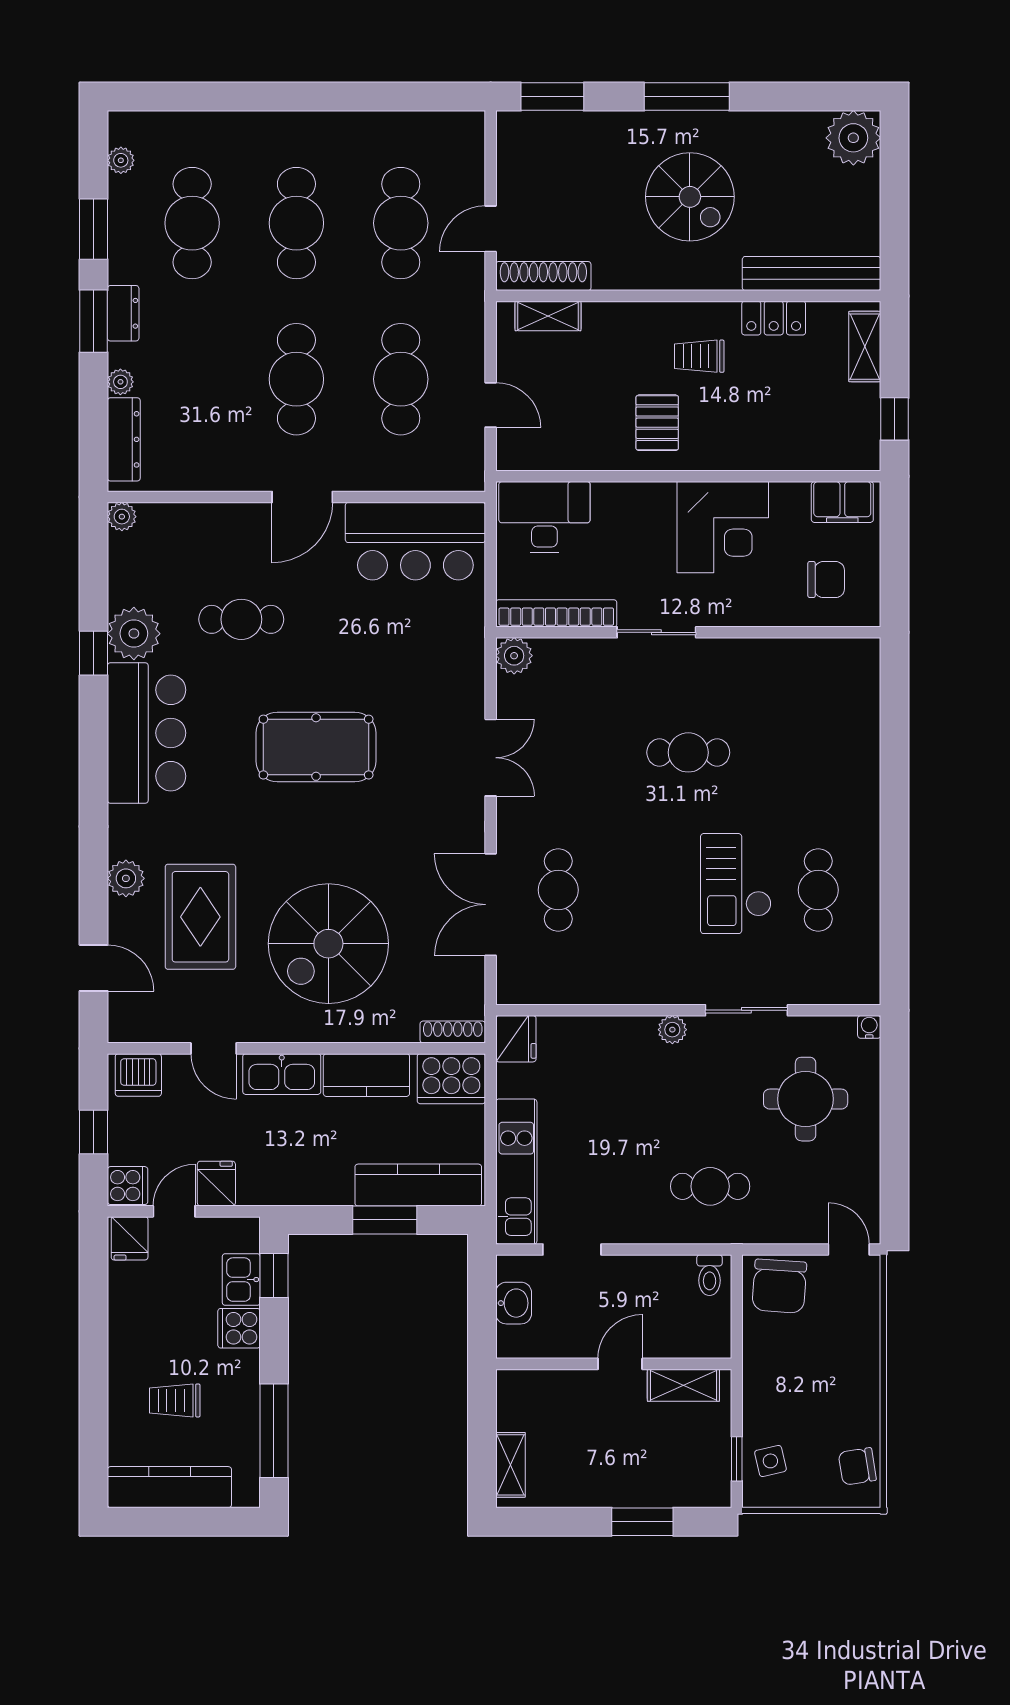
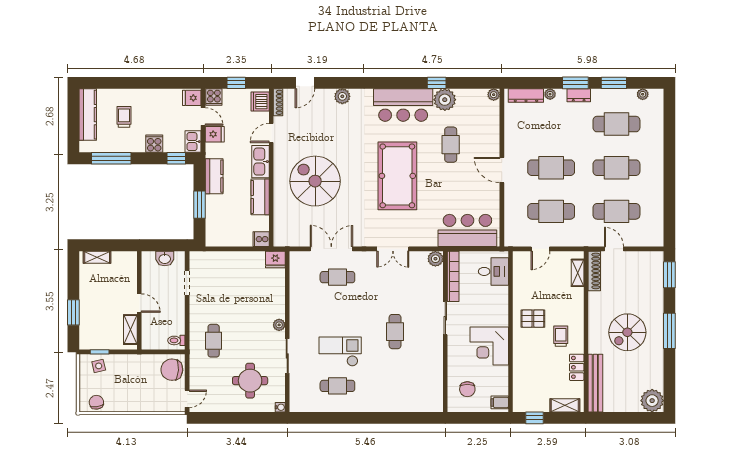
filing cabinet: (842, 502) -> (500, 402), width x0.50
desk: (544, 517) -> (493, 271), width x0.73
bar counter: (415, 541) -> (467, 230), moved, turned 90
pool table: (316, 747) -> (397, 176), width x1.36, depth x1.32
rug: (200, 917) -> (326, 128), removed
shoe rack: (453, 1032) -> (278, 102), moved
cooker: (451, 1079) -> (261, 239), width x0.53, depth x0.76
kitchen unit: (516, 1172) -> (220, 260), removed
kitchen counter: (418, 1185) -> (214, 176), moved, width x0.67
kitchen sink: (241, 1280) -> (193, 142), moved, turned -90

